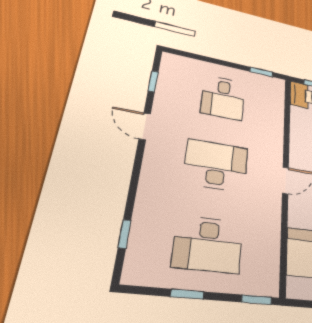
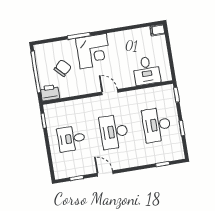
desk: (223, 98) -> (71, 139), turned 180
door: (145, 126) -> (105, 173), swing flipped
desk: (208, 244) -> (157, 125), turned 180

